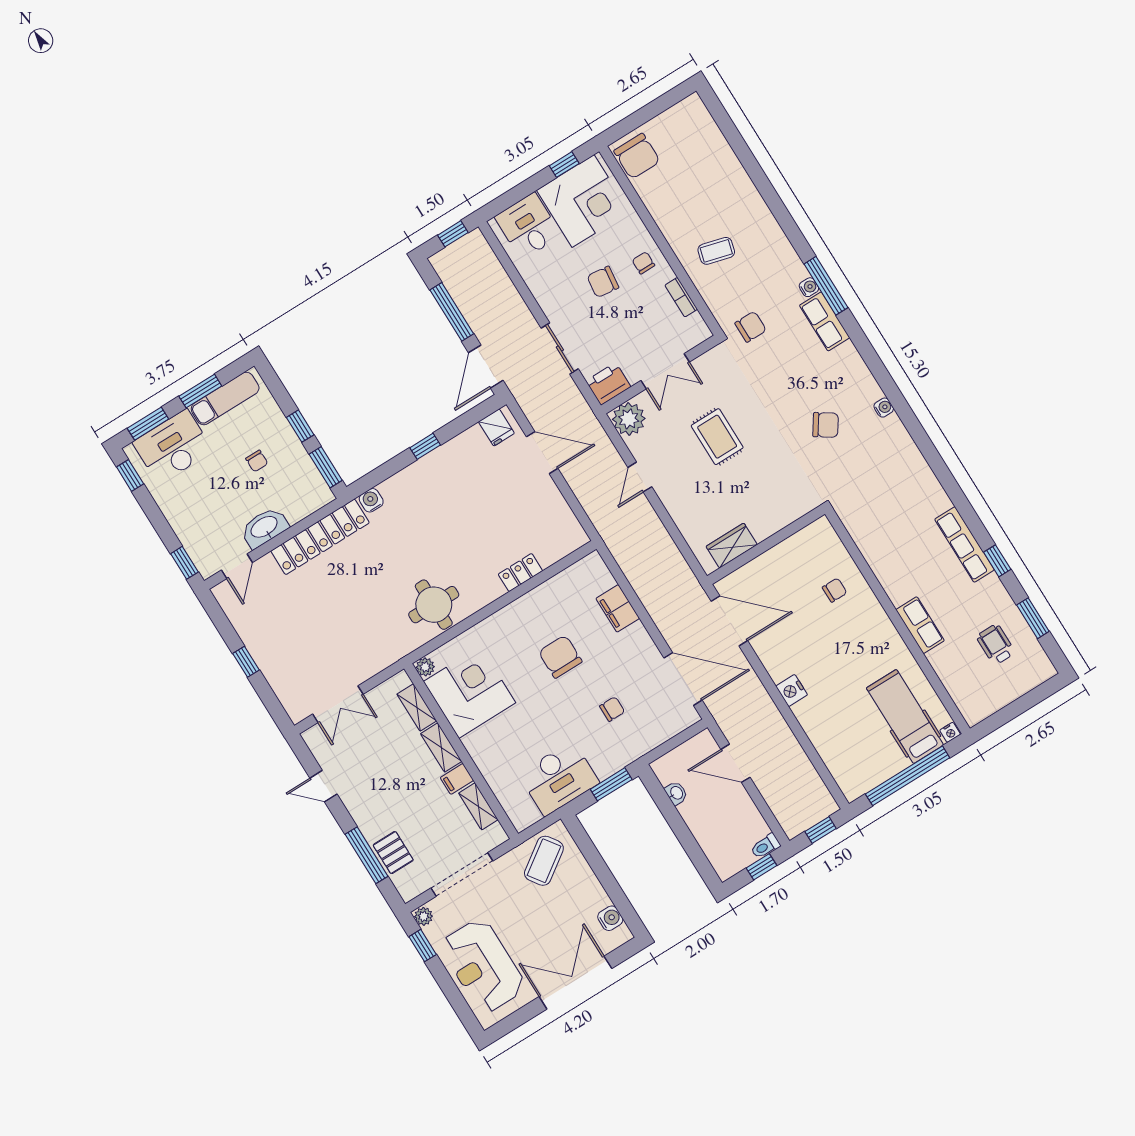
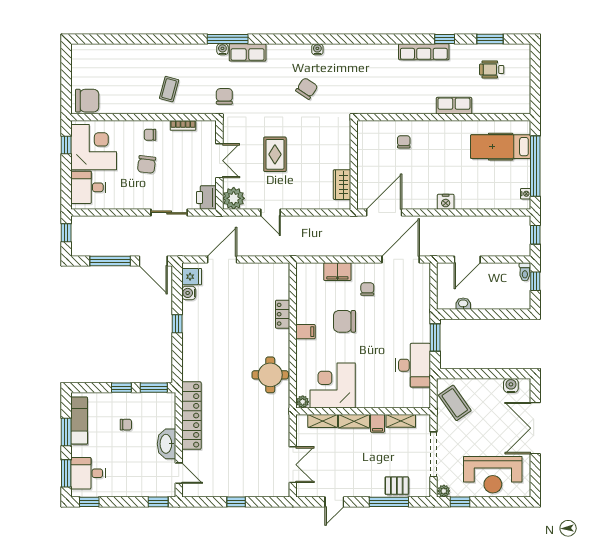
rug: (717, 437) -> (275, 154), turned 90
desk: (173, 447) -> (88, 473), width x0.73
water cooler: (371, 500) -> (189, 293), moved
filing cabinet: (516, 615) -> (306, 332), added
chair: (612, 709) -> (367, 289), moved
nightstand: (950, 732) -> (526, 194), moved

